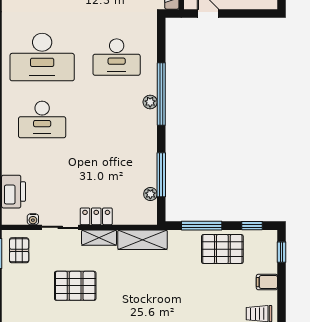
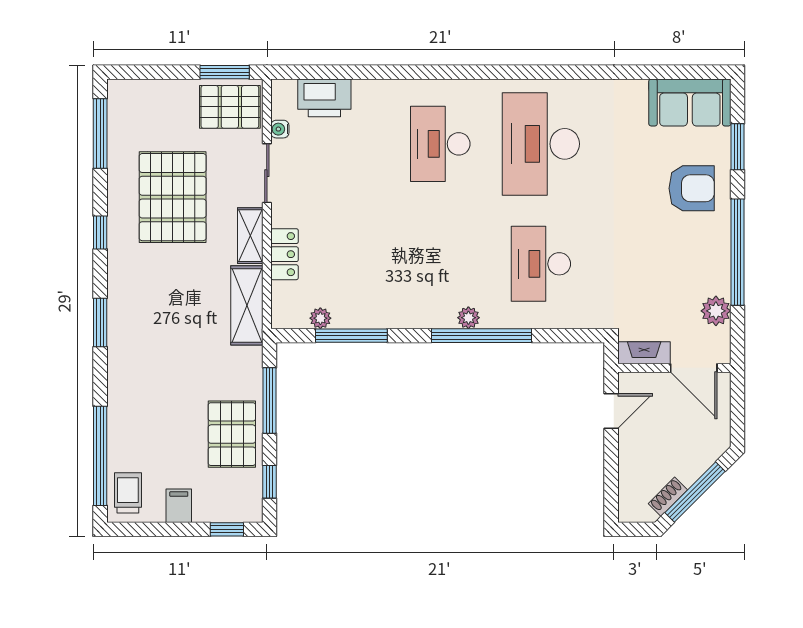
locker: (96, 216) -> (285, 254), moved
pallet: (19, 250) -> (230, 107), width x1.50, depth x1.42
pallet: (75, 286) -> (173, 197), width x1.37, depth x1.41

